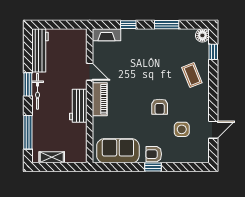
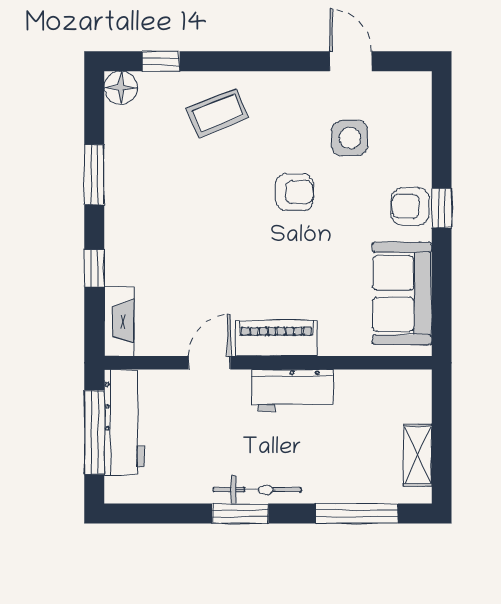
window: (61, 25) -> (94, 432), added
workbench: (40, 50) -> (124, 422), moved, turned 90
armchair: (154, 154) -> (410, 206), turned 90

